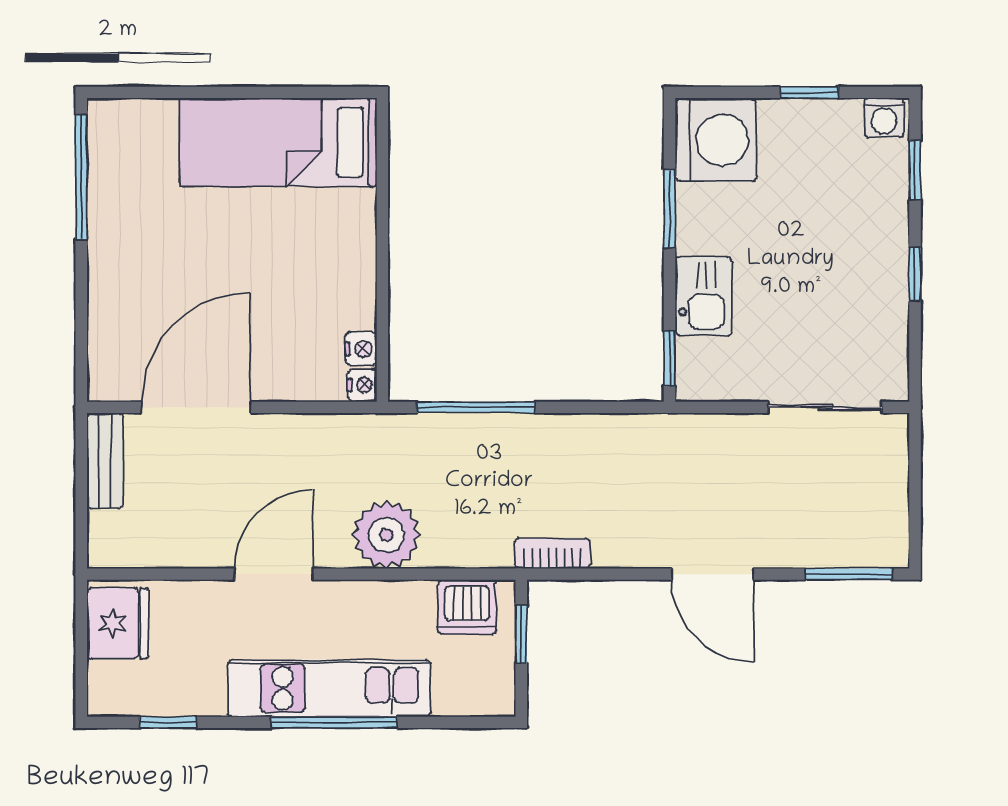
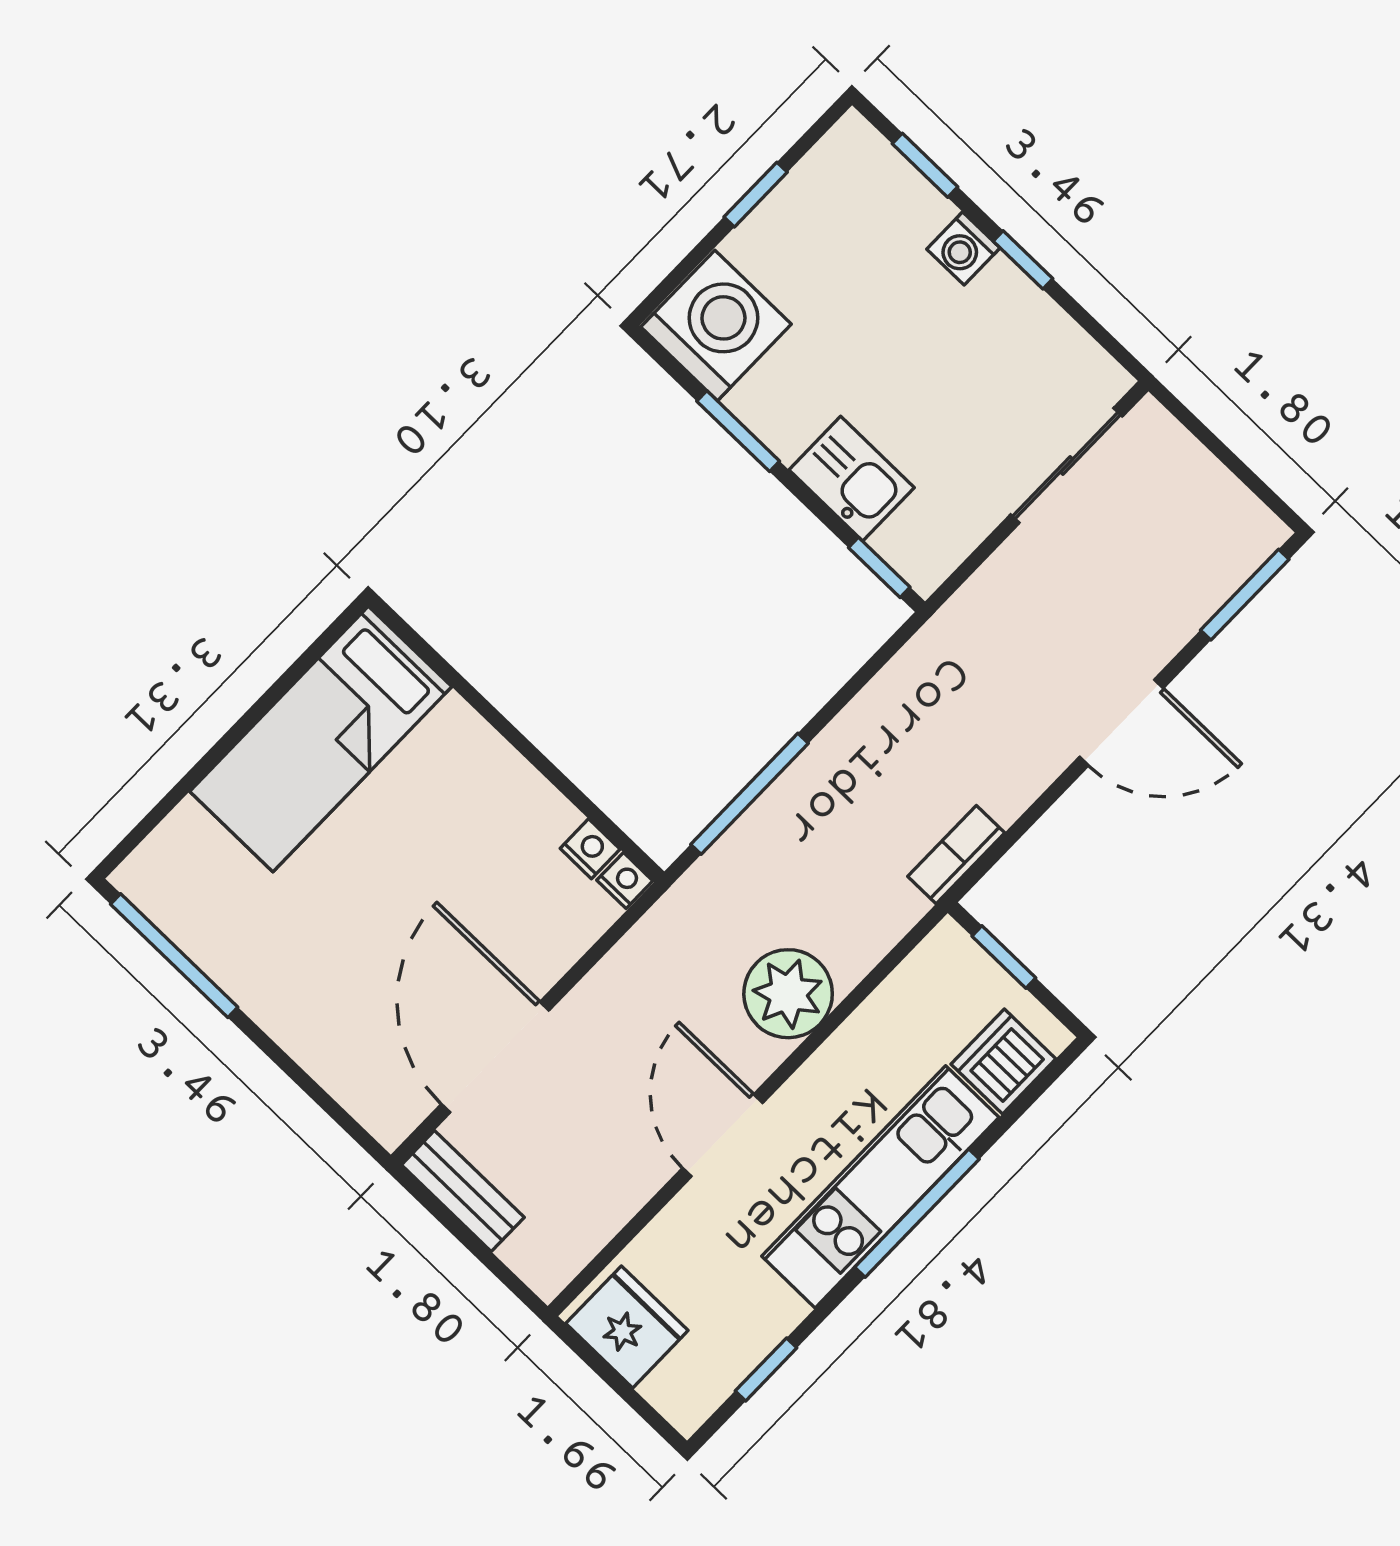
washing machine: (884, 118) -> (963, 249), moved, turned 90
dishwasher: (467, 607) -> (1003, 1061), moved, turned 180

